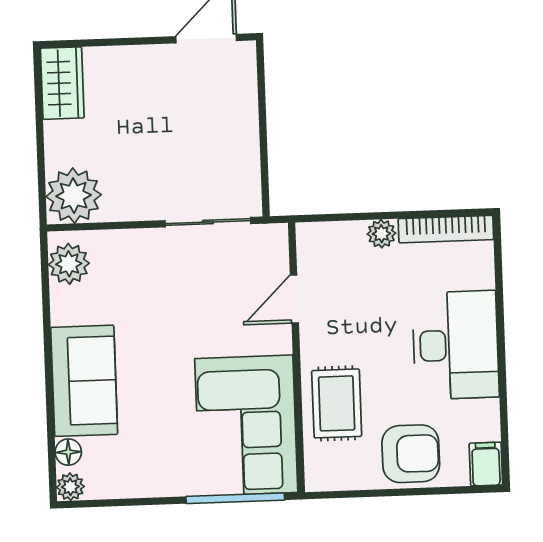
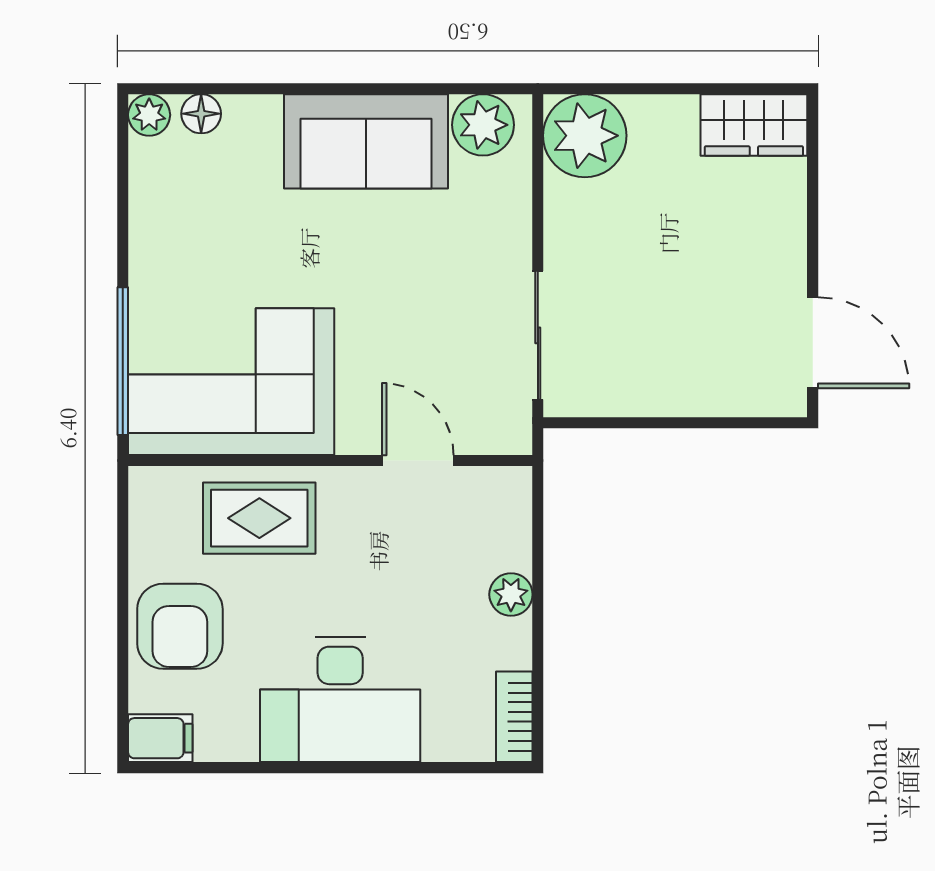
bookcase: (446, 229) -> (514, 717), width x0.64
sofa: (84, 381) -> (366, 141), moved

